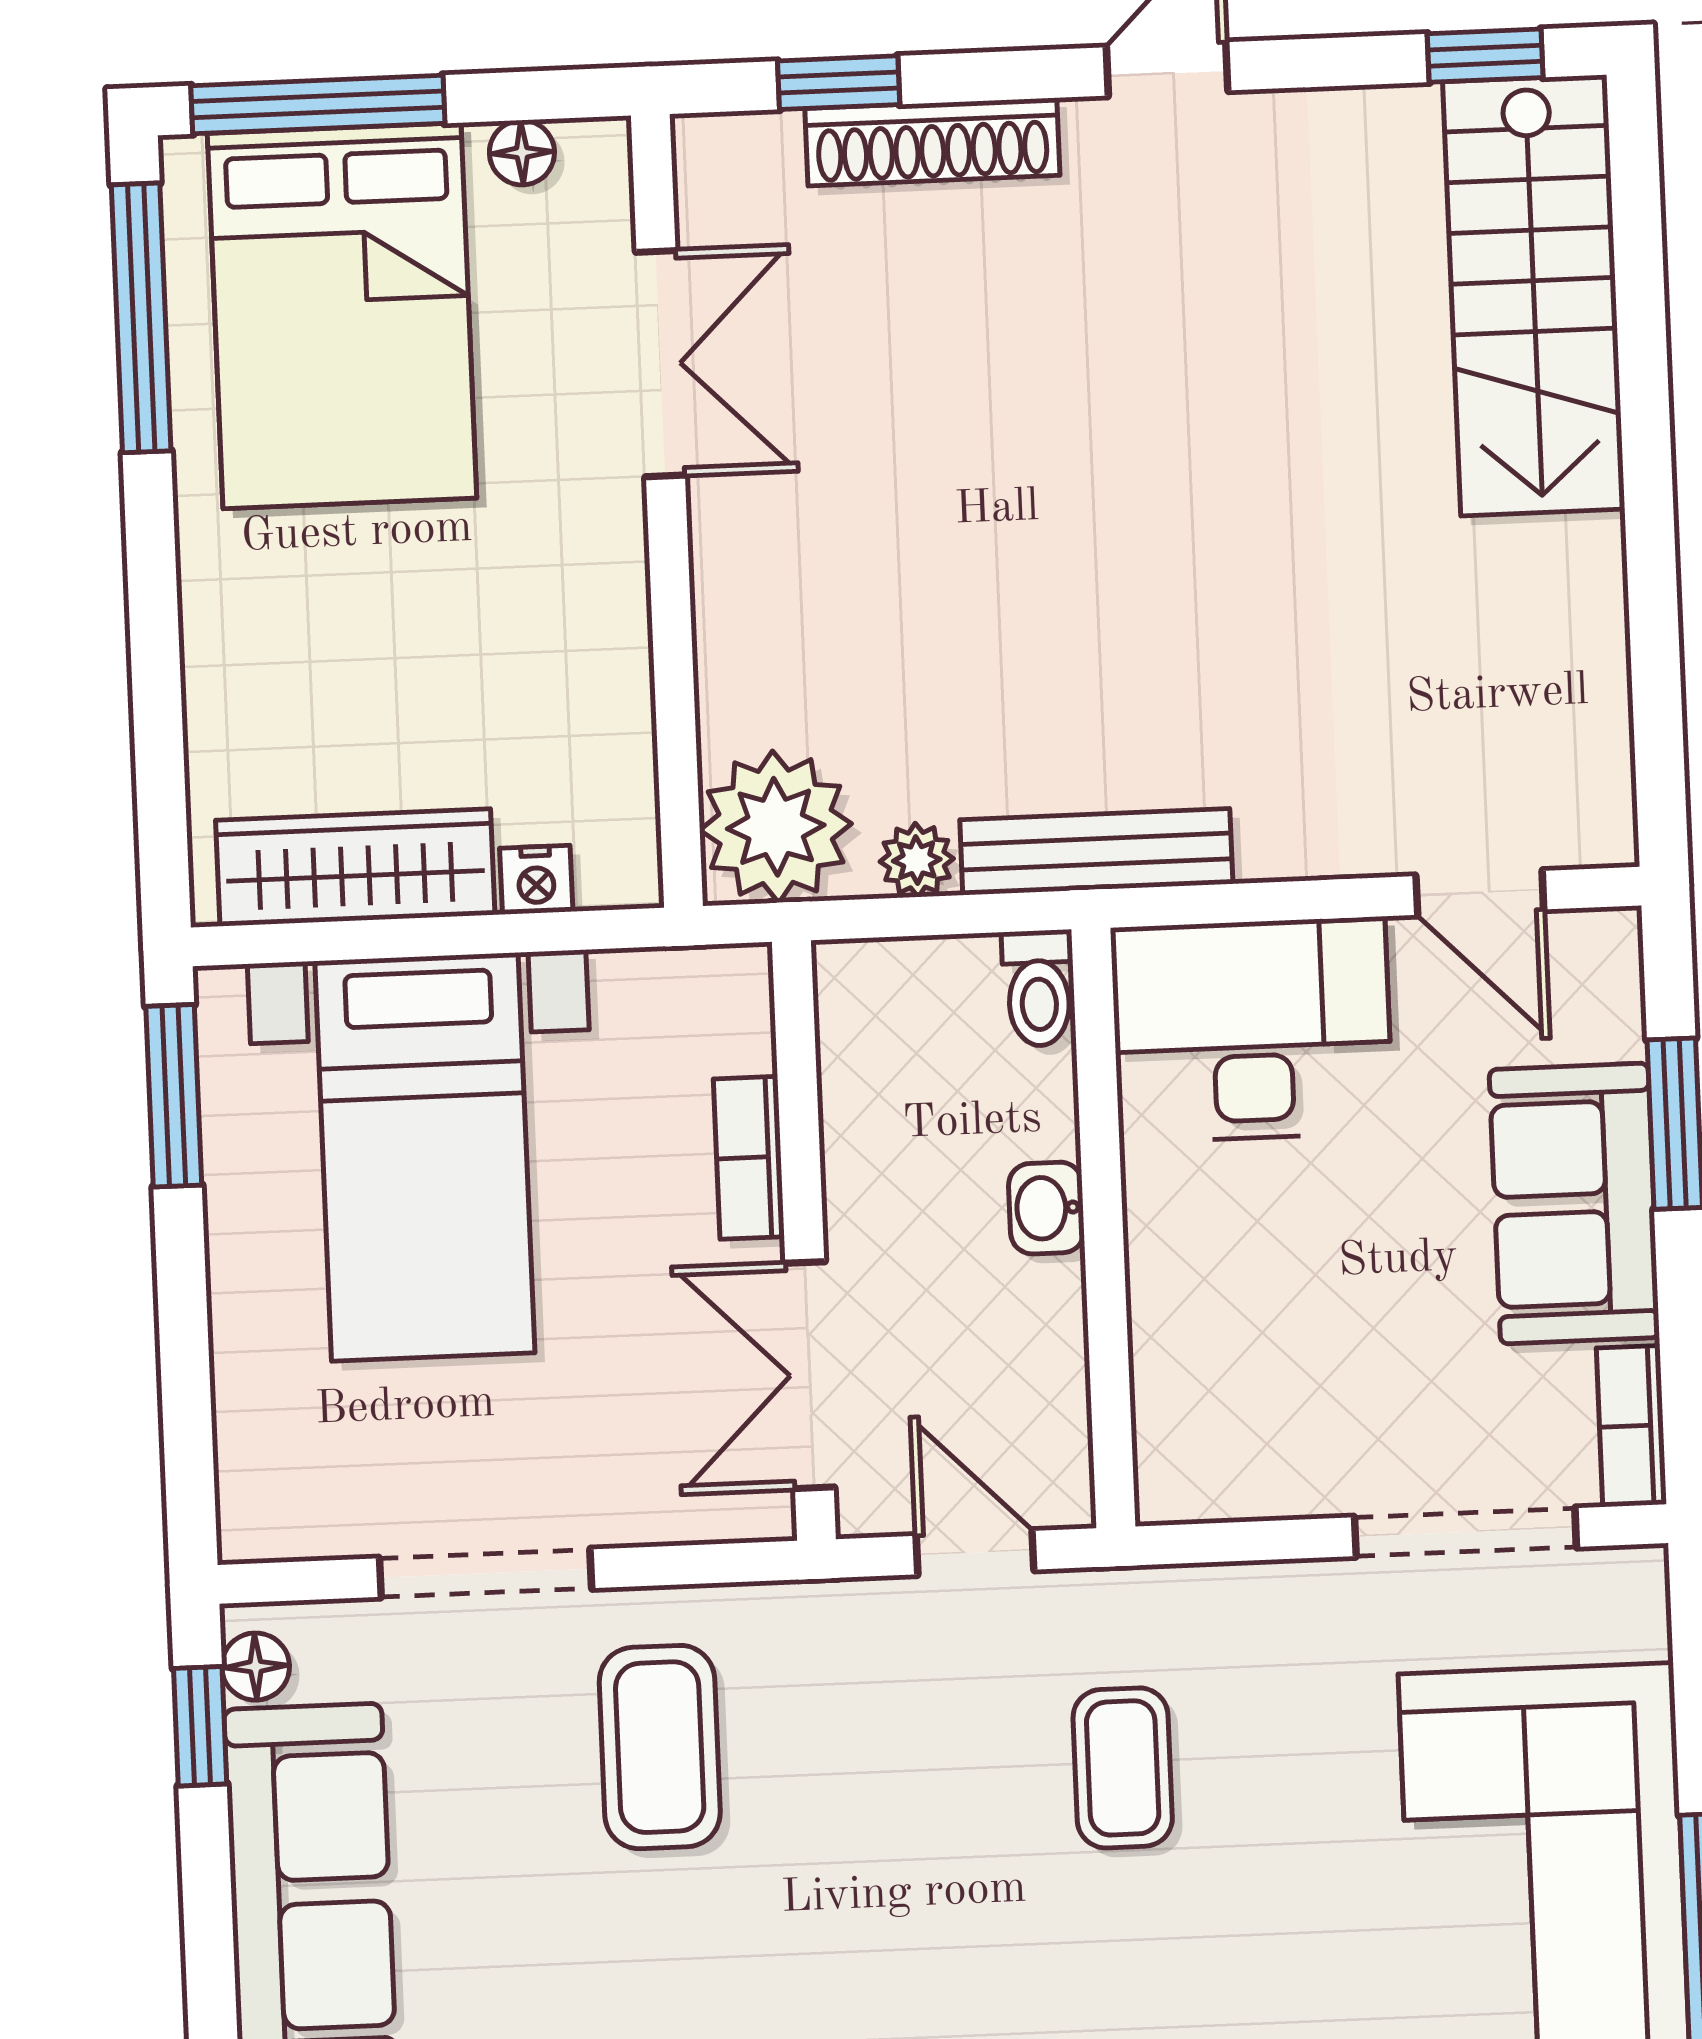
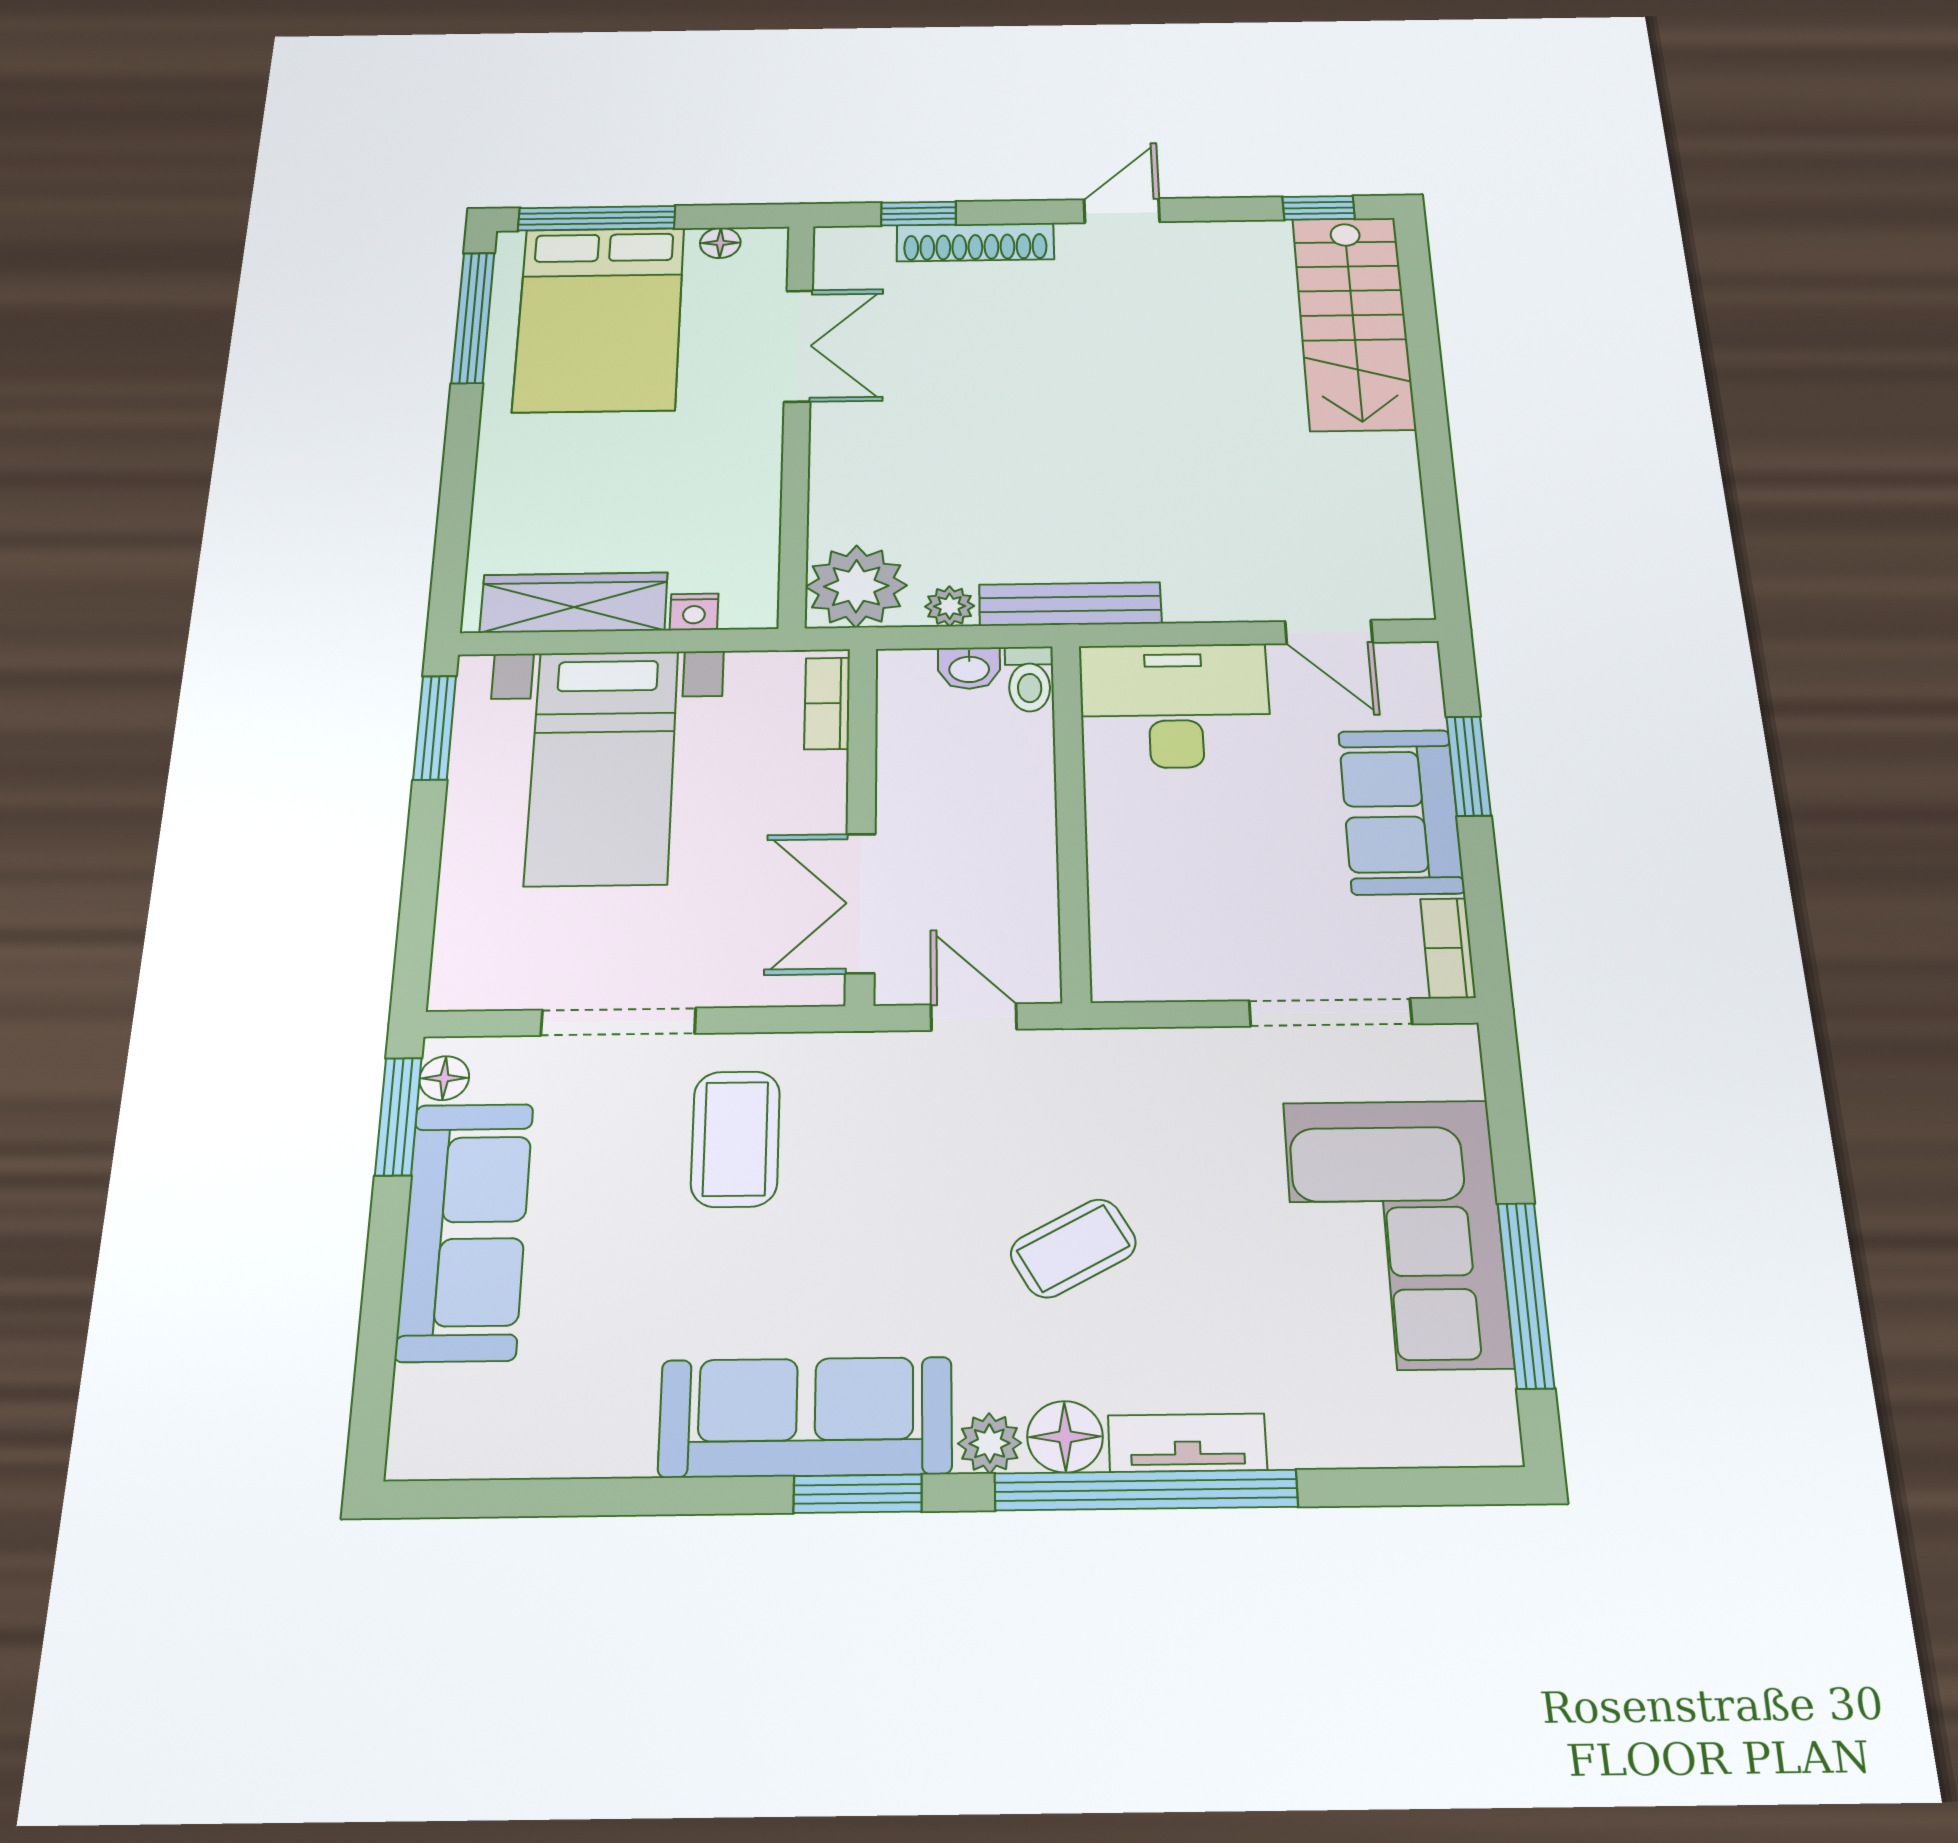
bookcase: (749, 1158) -> (827, 703), moved
washbasin: (1046, 1208) -> (969, 668), moved, turned -90
window: (200, 1726) -> (398, 1116), width x1.50
coffee table: (1123, 1768) -> (1073, 1248), moved, turned 61

